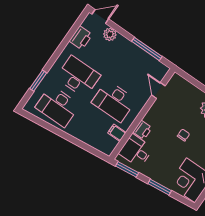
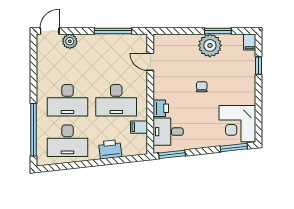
printer: (81, 38) -> (110, 149), moved, turned -96
desk: (78, 76) -> (68, 100), turned 180
window: (38, 81) -> (33, 130), width x2.11
window: (160, 187) -> (234, 148), moved

